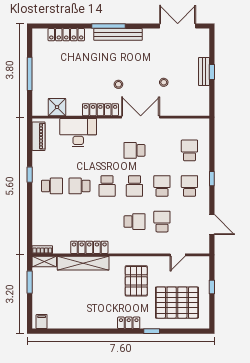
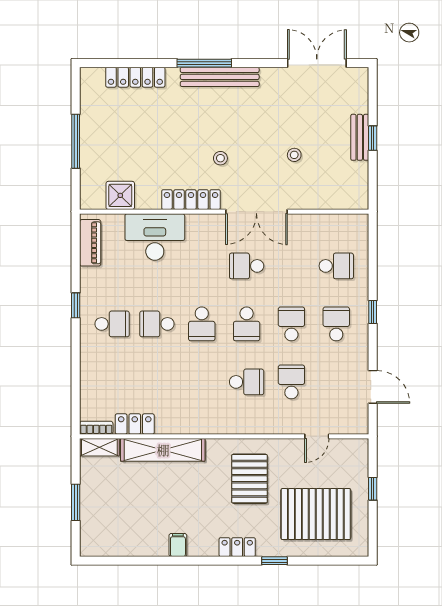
double door: (141, 117) -> (256, 212), swing flipped
school desk: (189, 150) -> (336, 266), turned 90
locker: (89, 247) -> (135, 424), moved, width x0.66
window: (30, 282) -> (76, 502), moved
filing cabinet: (42, 322) -> (178, 545), moved

